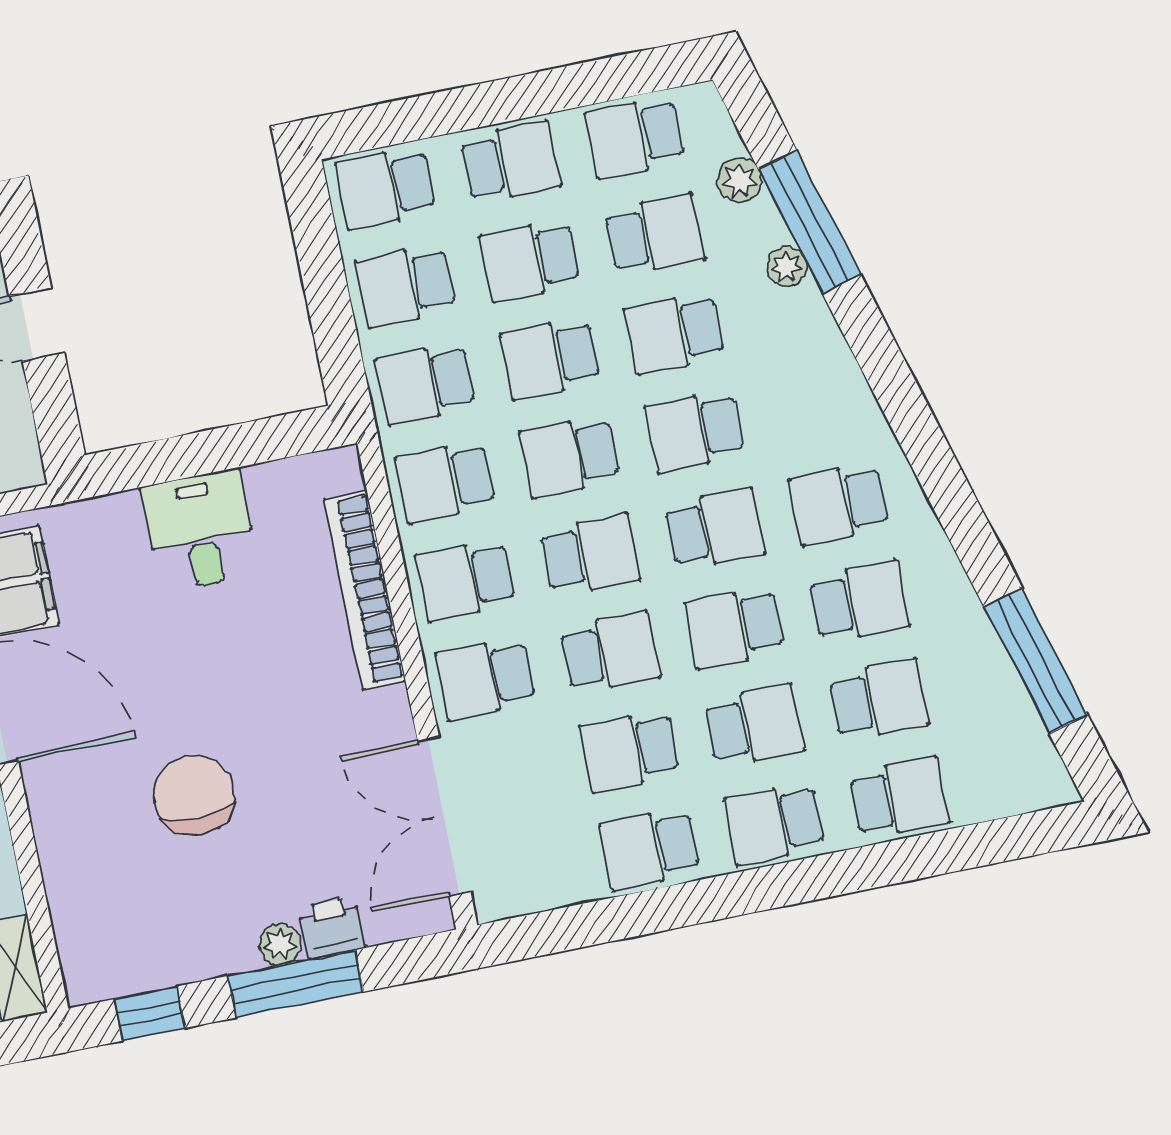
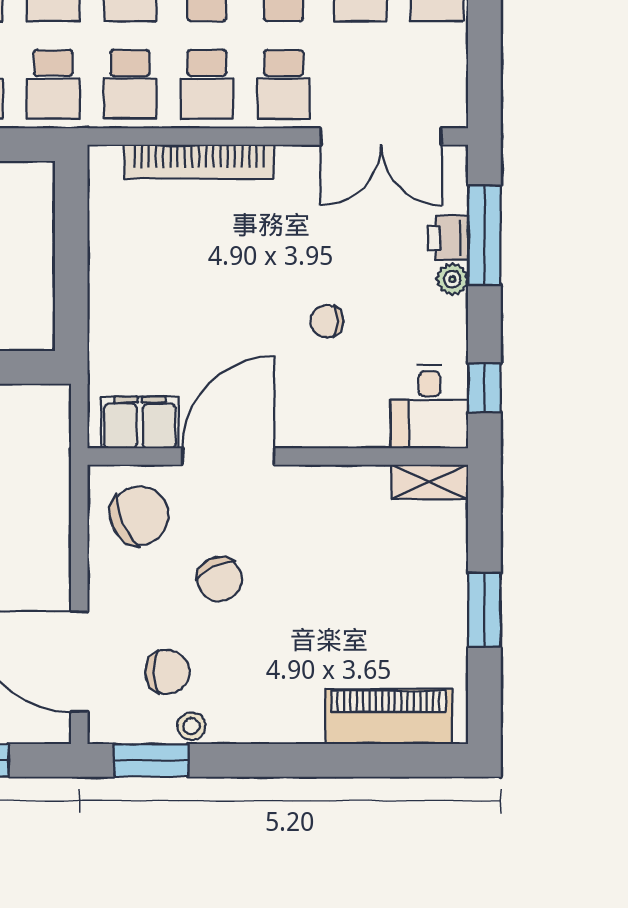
desk: (200, 531) -> (429, 406), moved, turned -90
chair: (194, 795) -> (327, 321), width x0.54, depth x0.54
window: (296, 984) -> (484, 235), moved

